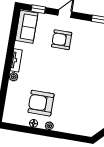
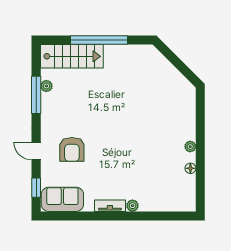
armchair: (41, 103) -> (162, 163), removed

